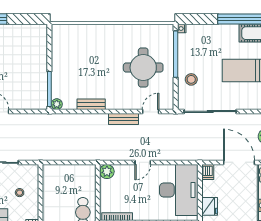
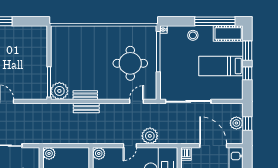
stool: (191, 79) -> (193, 35), moved
plant: (57, 104) -> (59, 91), width x1.88, depth x1.88
bench: (124, 119) -> (86, 108), moved
plant: (166, 151) -> (150, 136), added
plant: (49, 172) -> (49, 153), added

